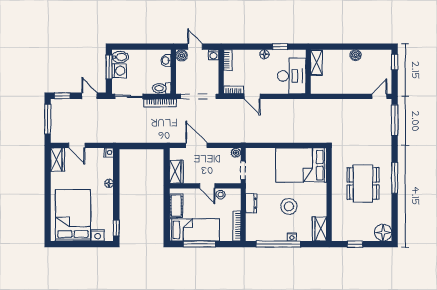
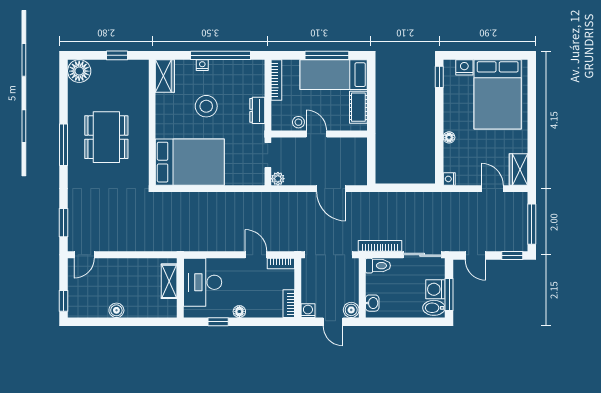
shelving: (316, 63) -> (169, 281), moved
window: (395, 120) -> (64, 223), width x0.69
wardrobe: (176, 172) -> (358, 153), removed

